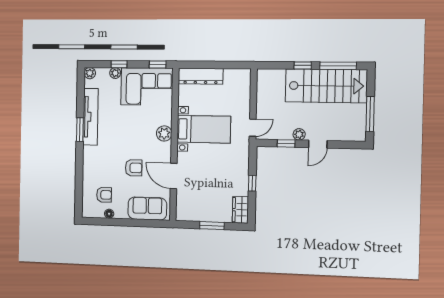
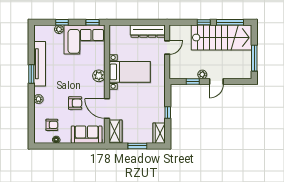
plant: (90, 73) -> (38, 99), moved
dresser: (201, 76) -> (148, 31), moved
door: (253, 128) -> (167, 48), moved
wardrobe: (184, 205) -> (115, 131), added

